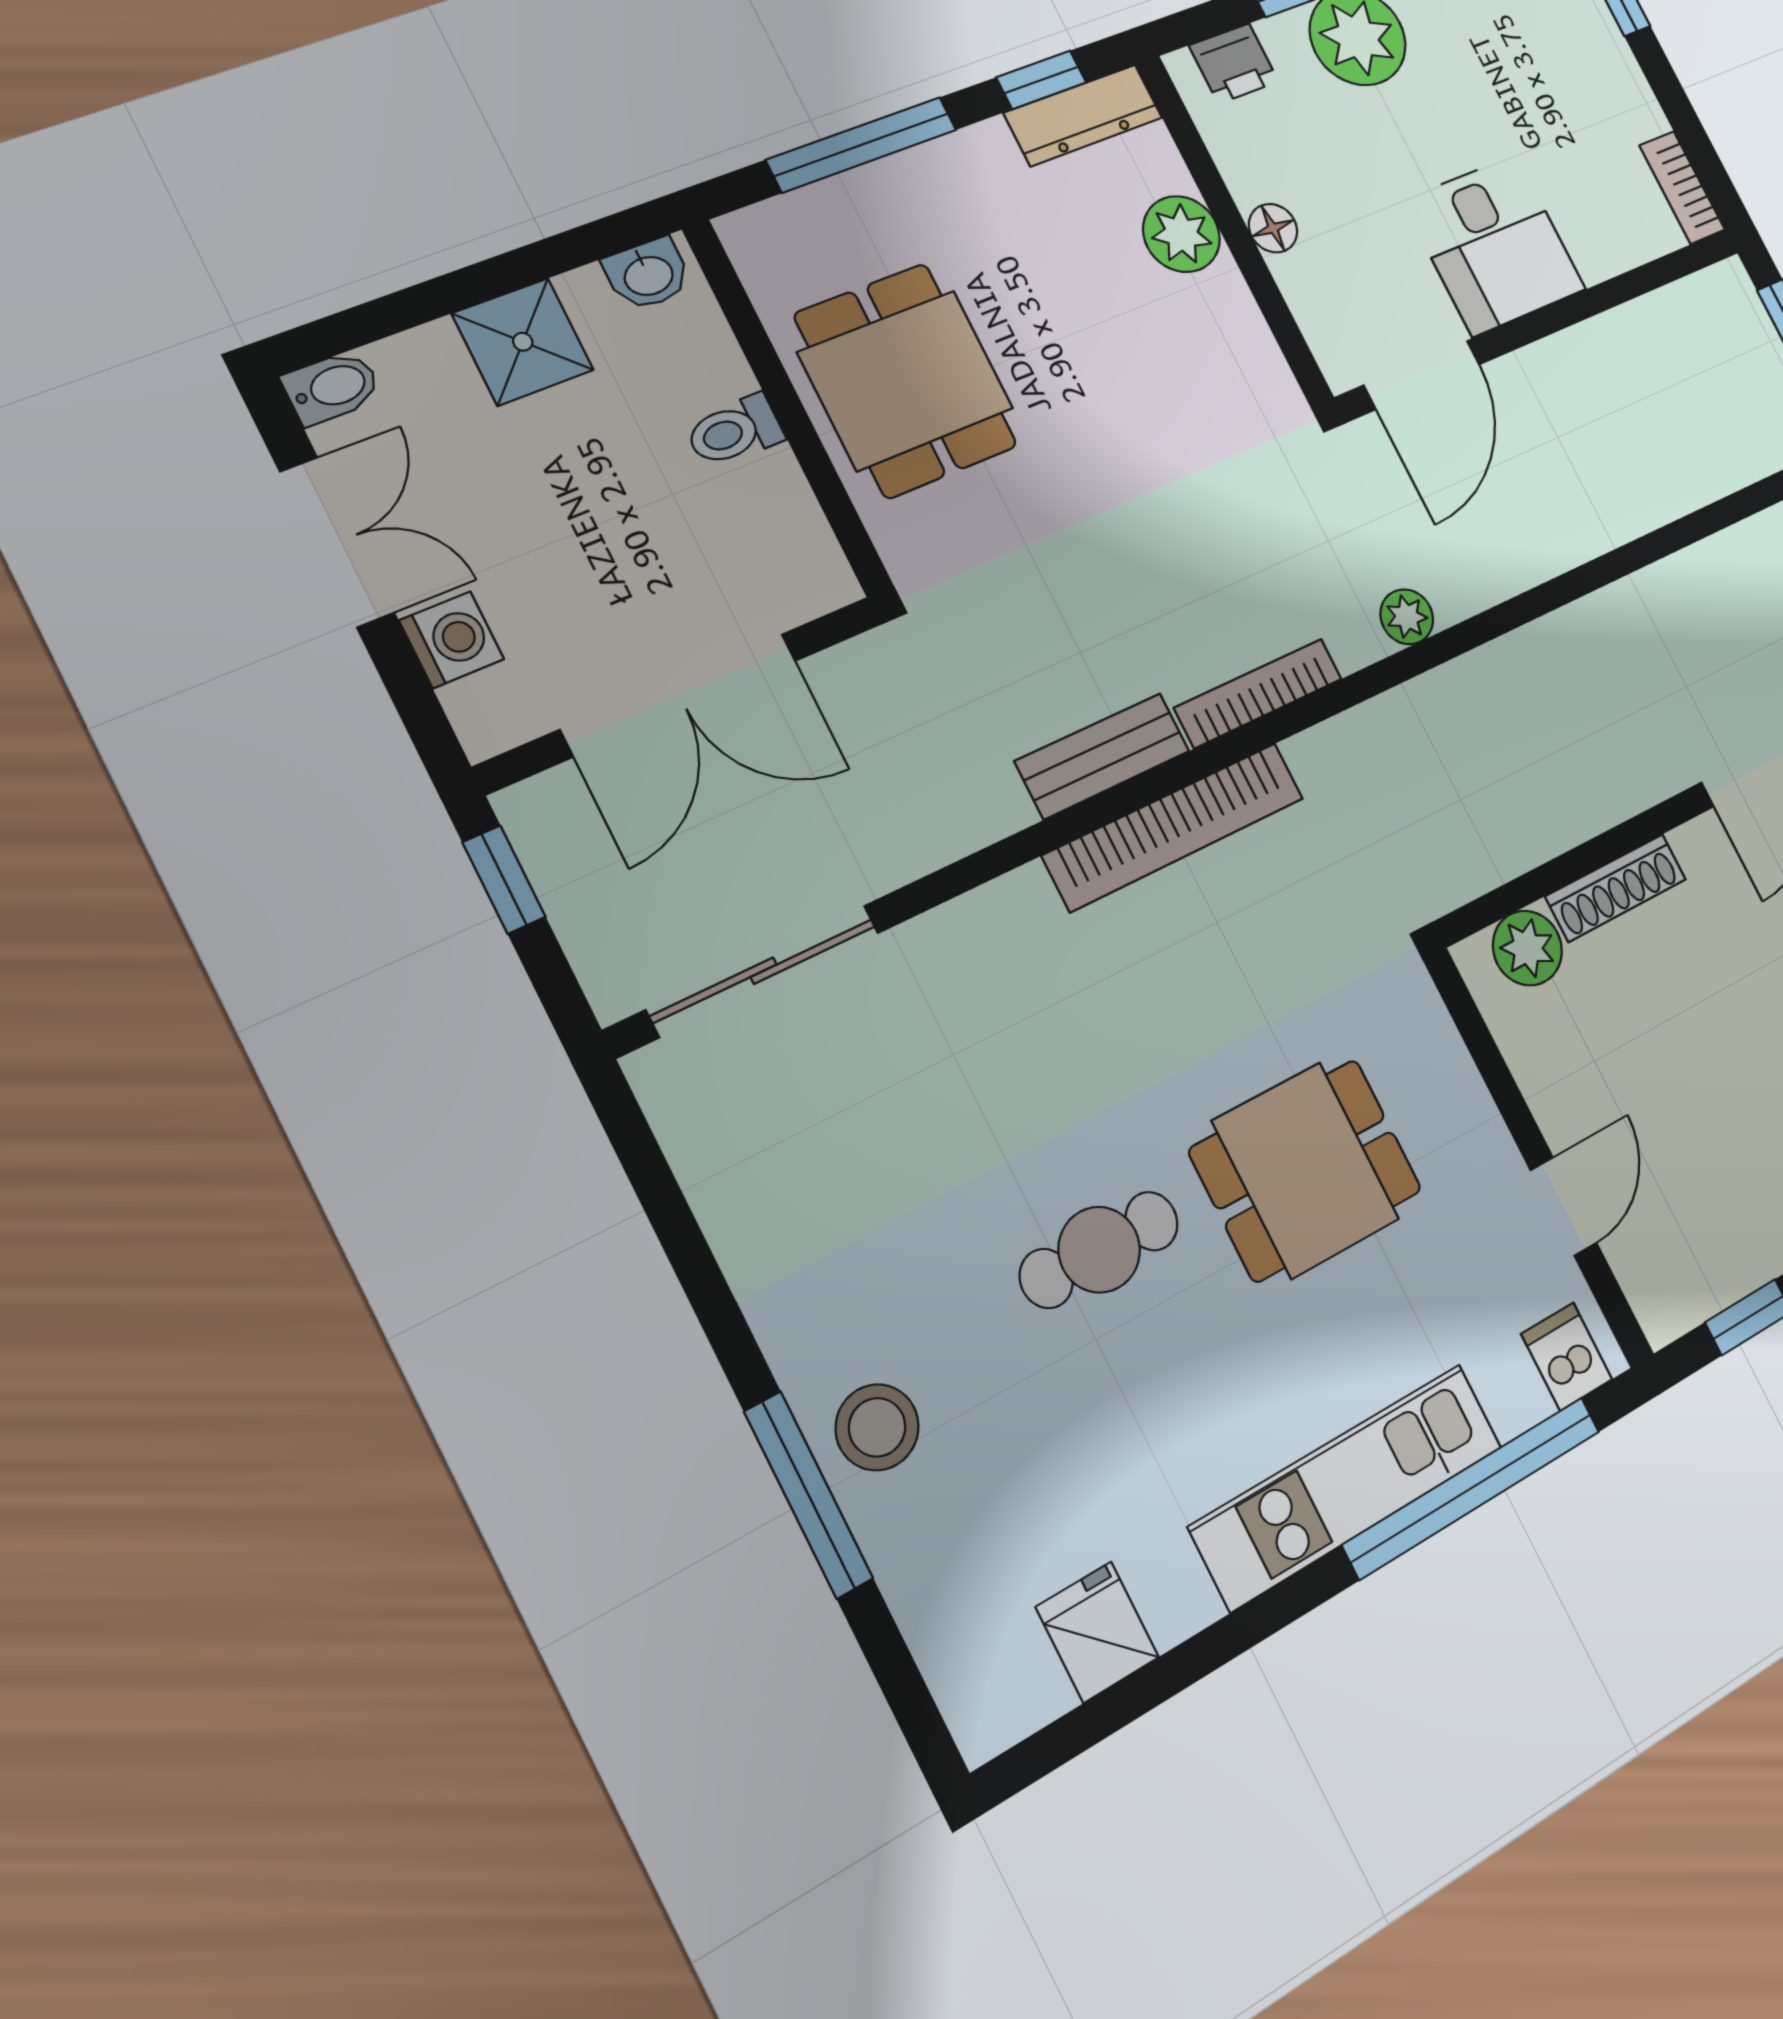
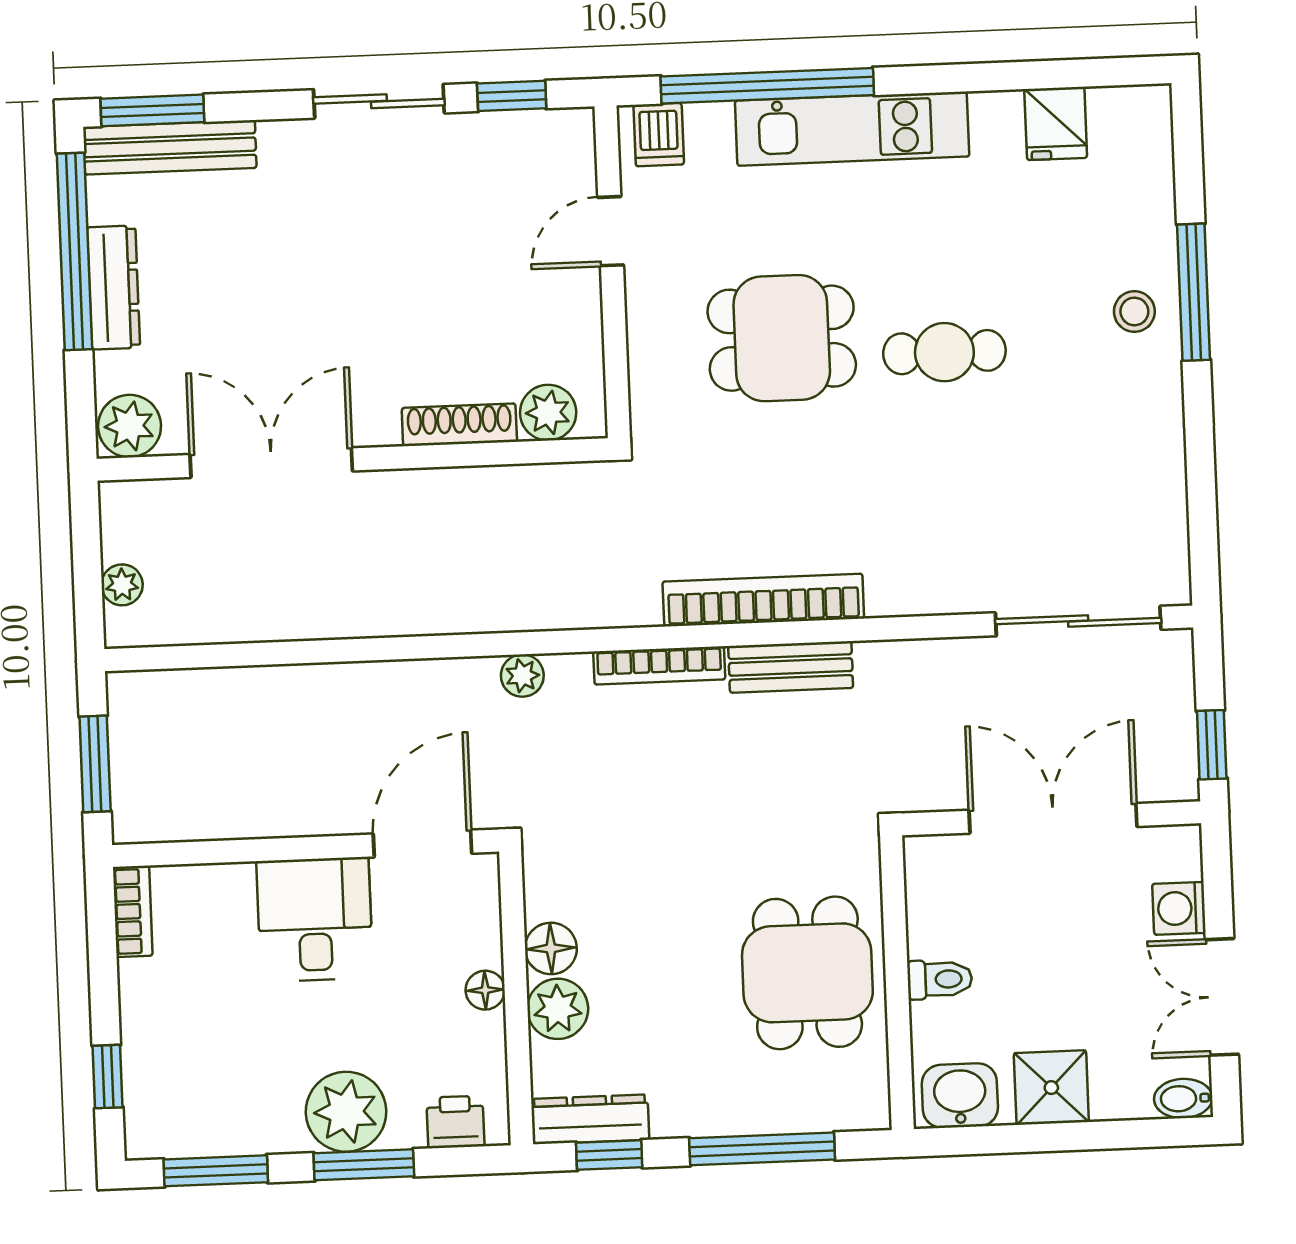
washbasin: (648, 274) -> (960, 1096), width x1.38, depth x1.45
floor lamp: (1223, 303) -> (551, 948), added
stool: (877, 1427) -> (1134, 311), width x0.73, depth x0.73

